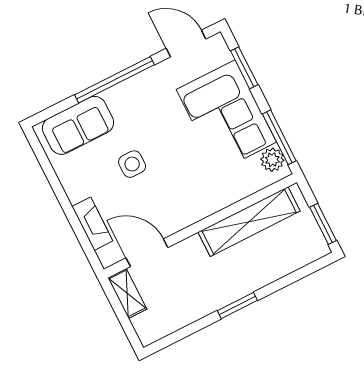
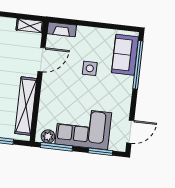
window: (114, 80) -> (138, 65), moved
fireplace: (92, 224) -> (62, 29), moved
door: (147, 253) -> (42, 60), moved

